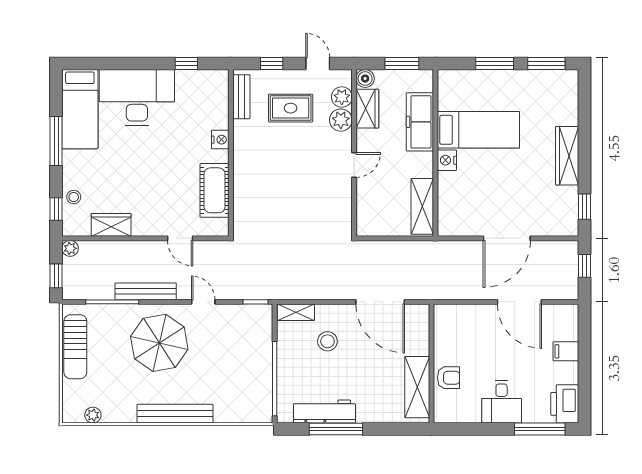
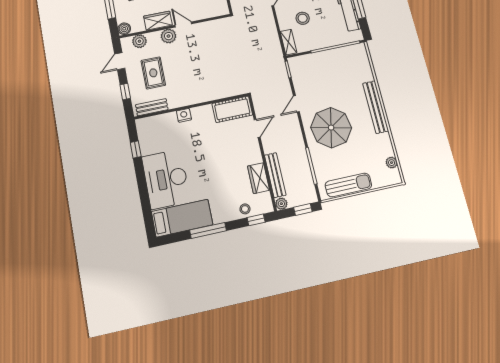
wardrobe: (367, 109) -> (158, 21), moved
plant: (341, 120) -> (168, 36), moved
cot: (215, 190) -> (232, 109), moved
bench: (146, 291) -> (275, 175), moved

